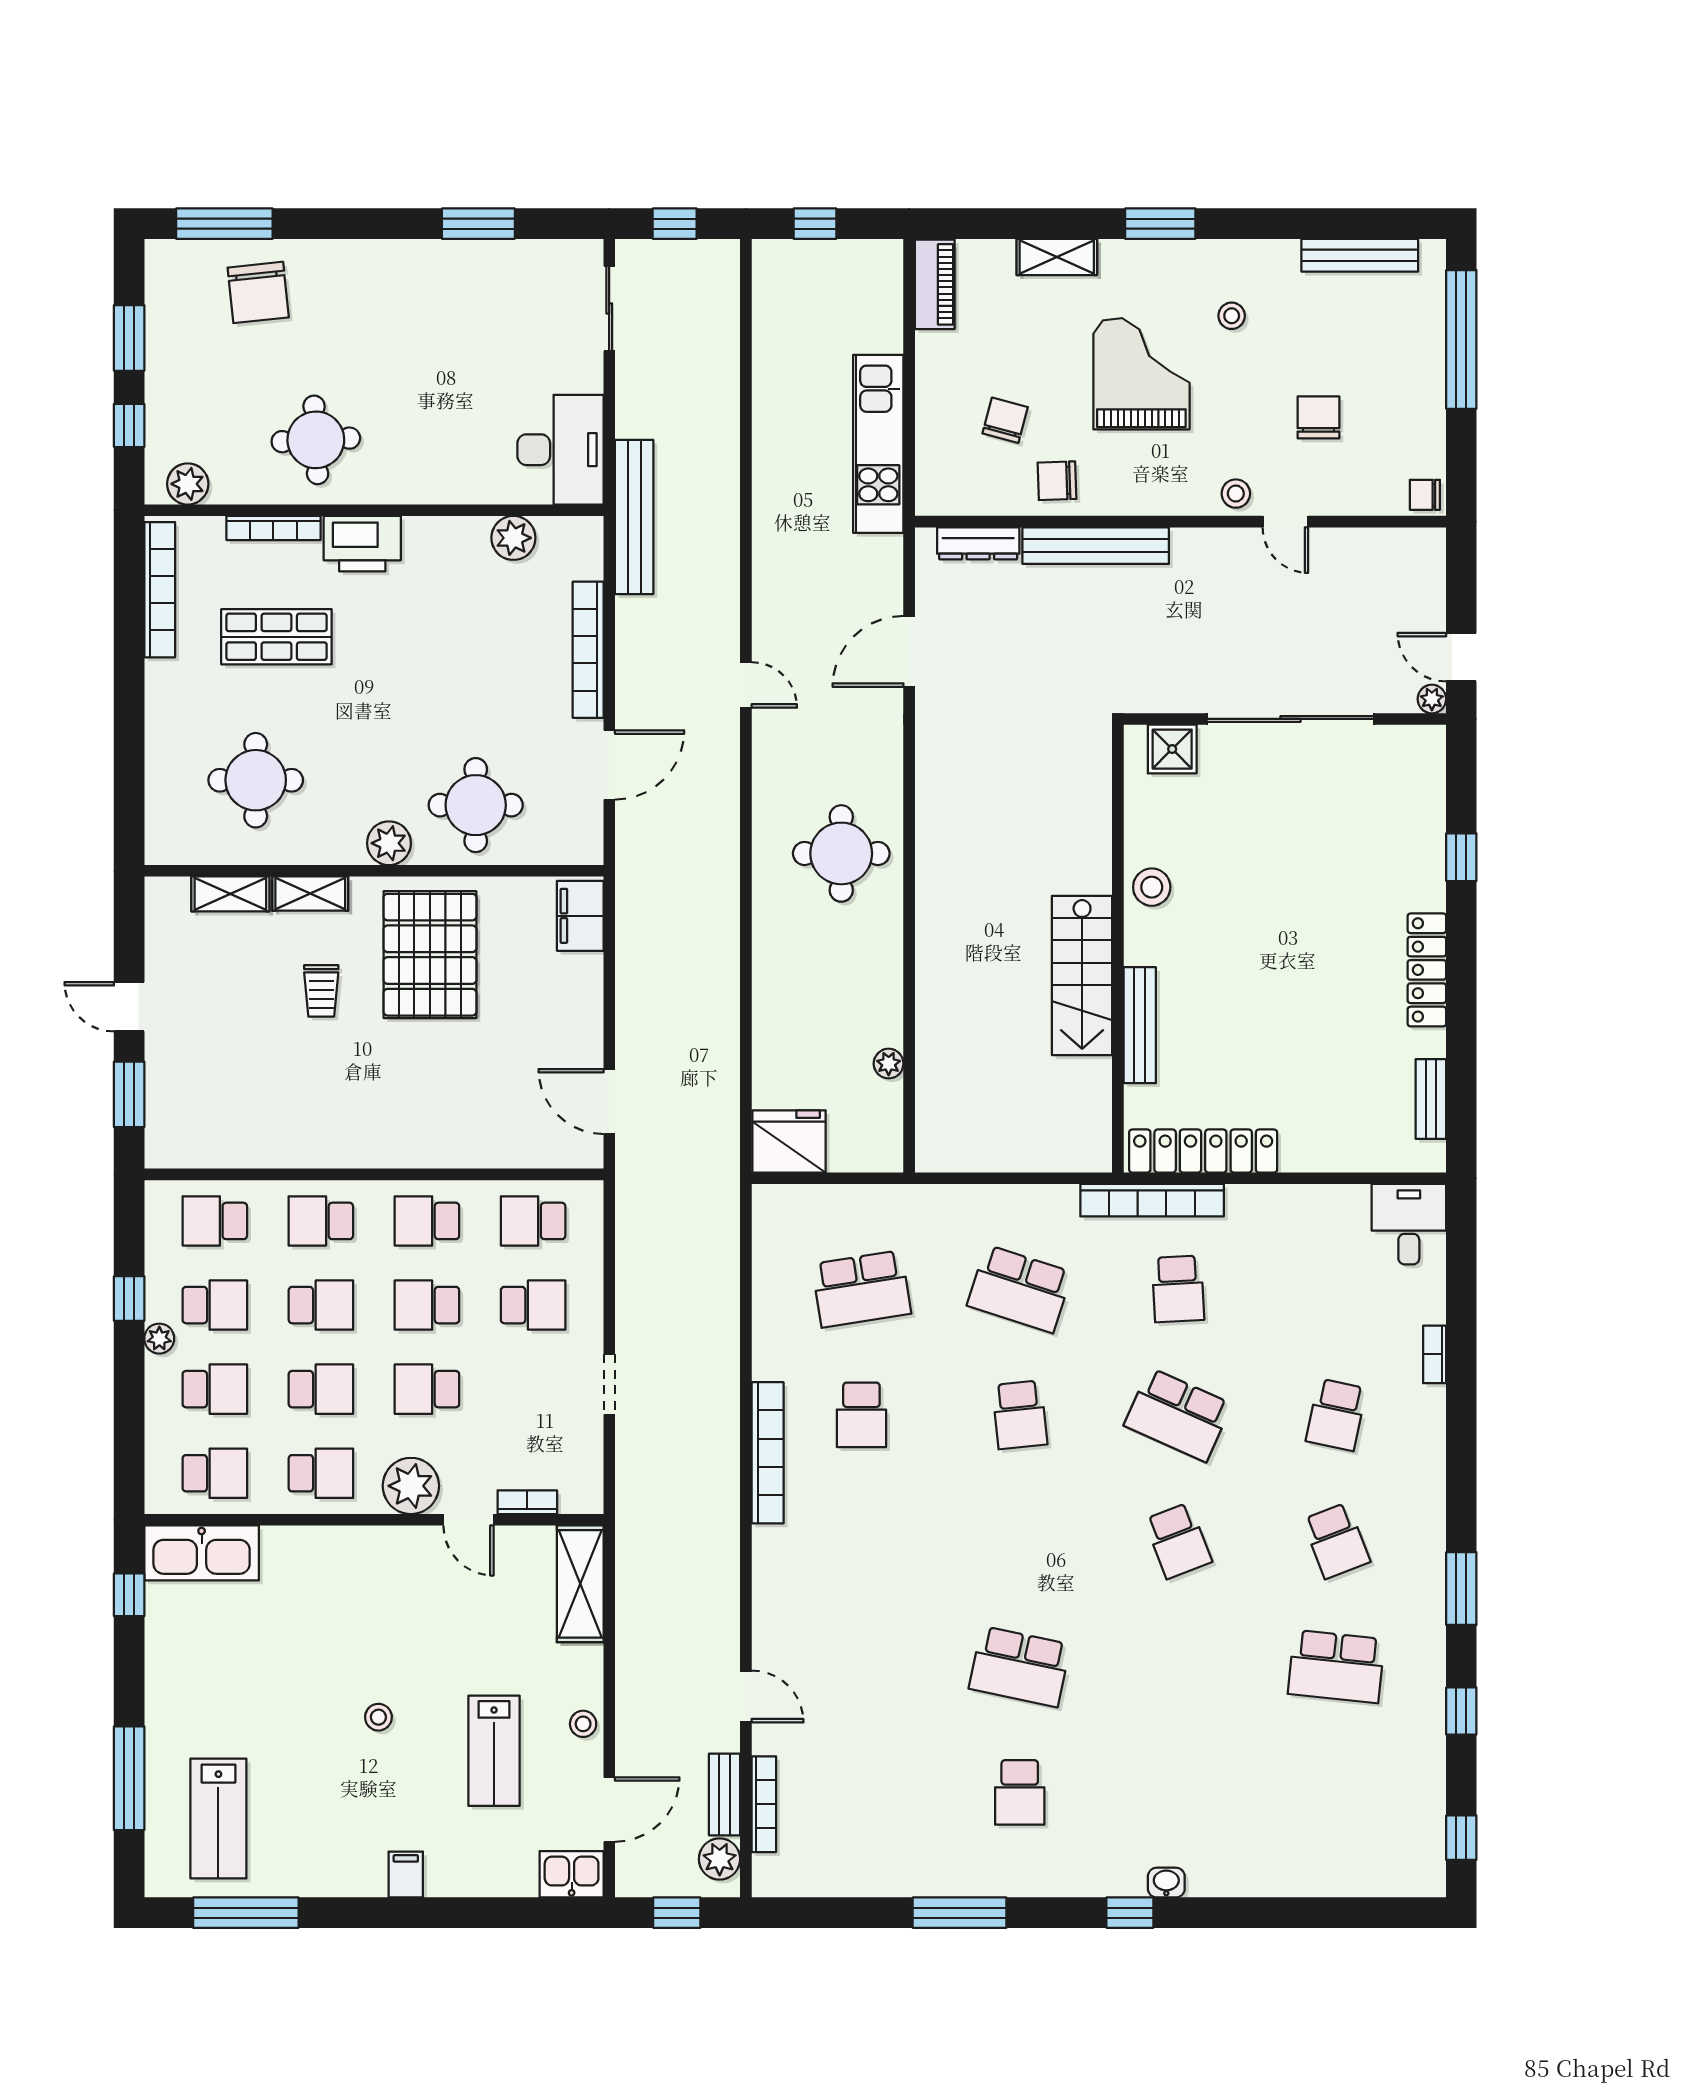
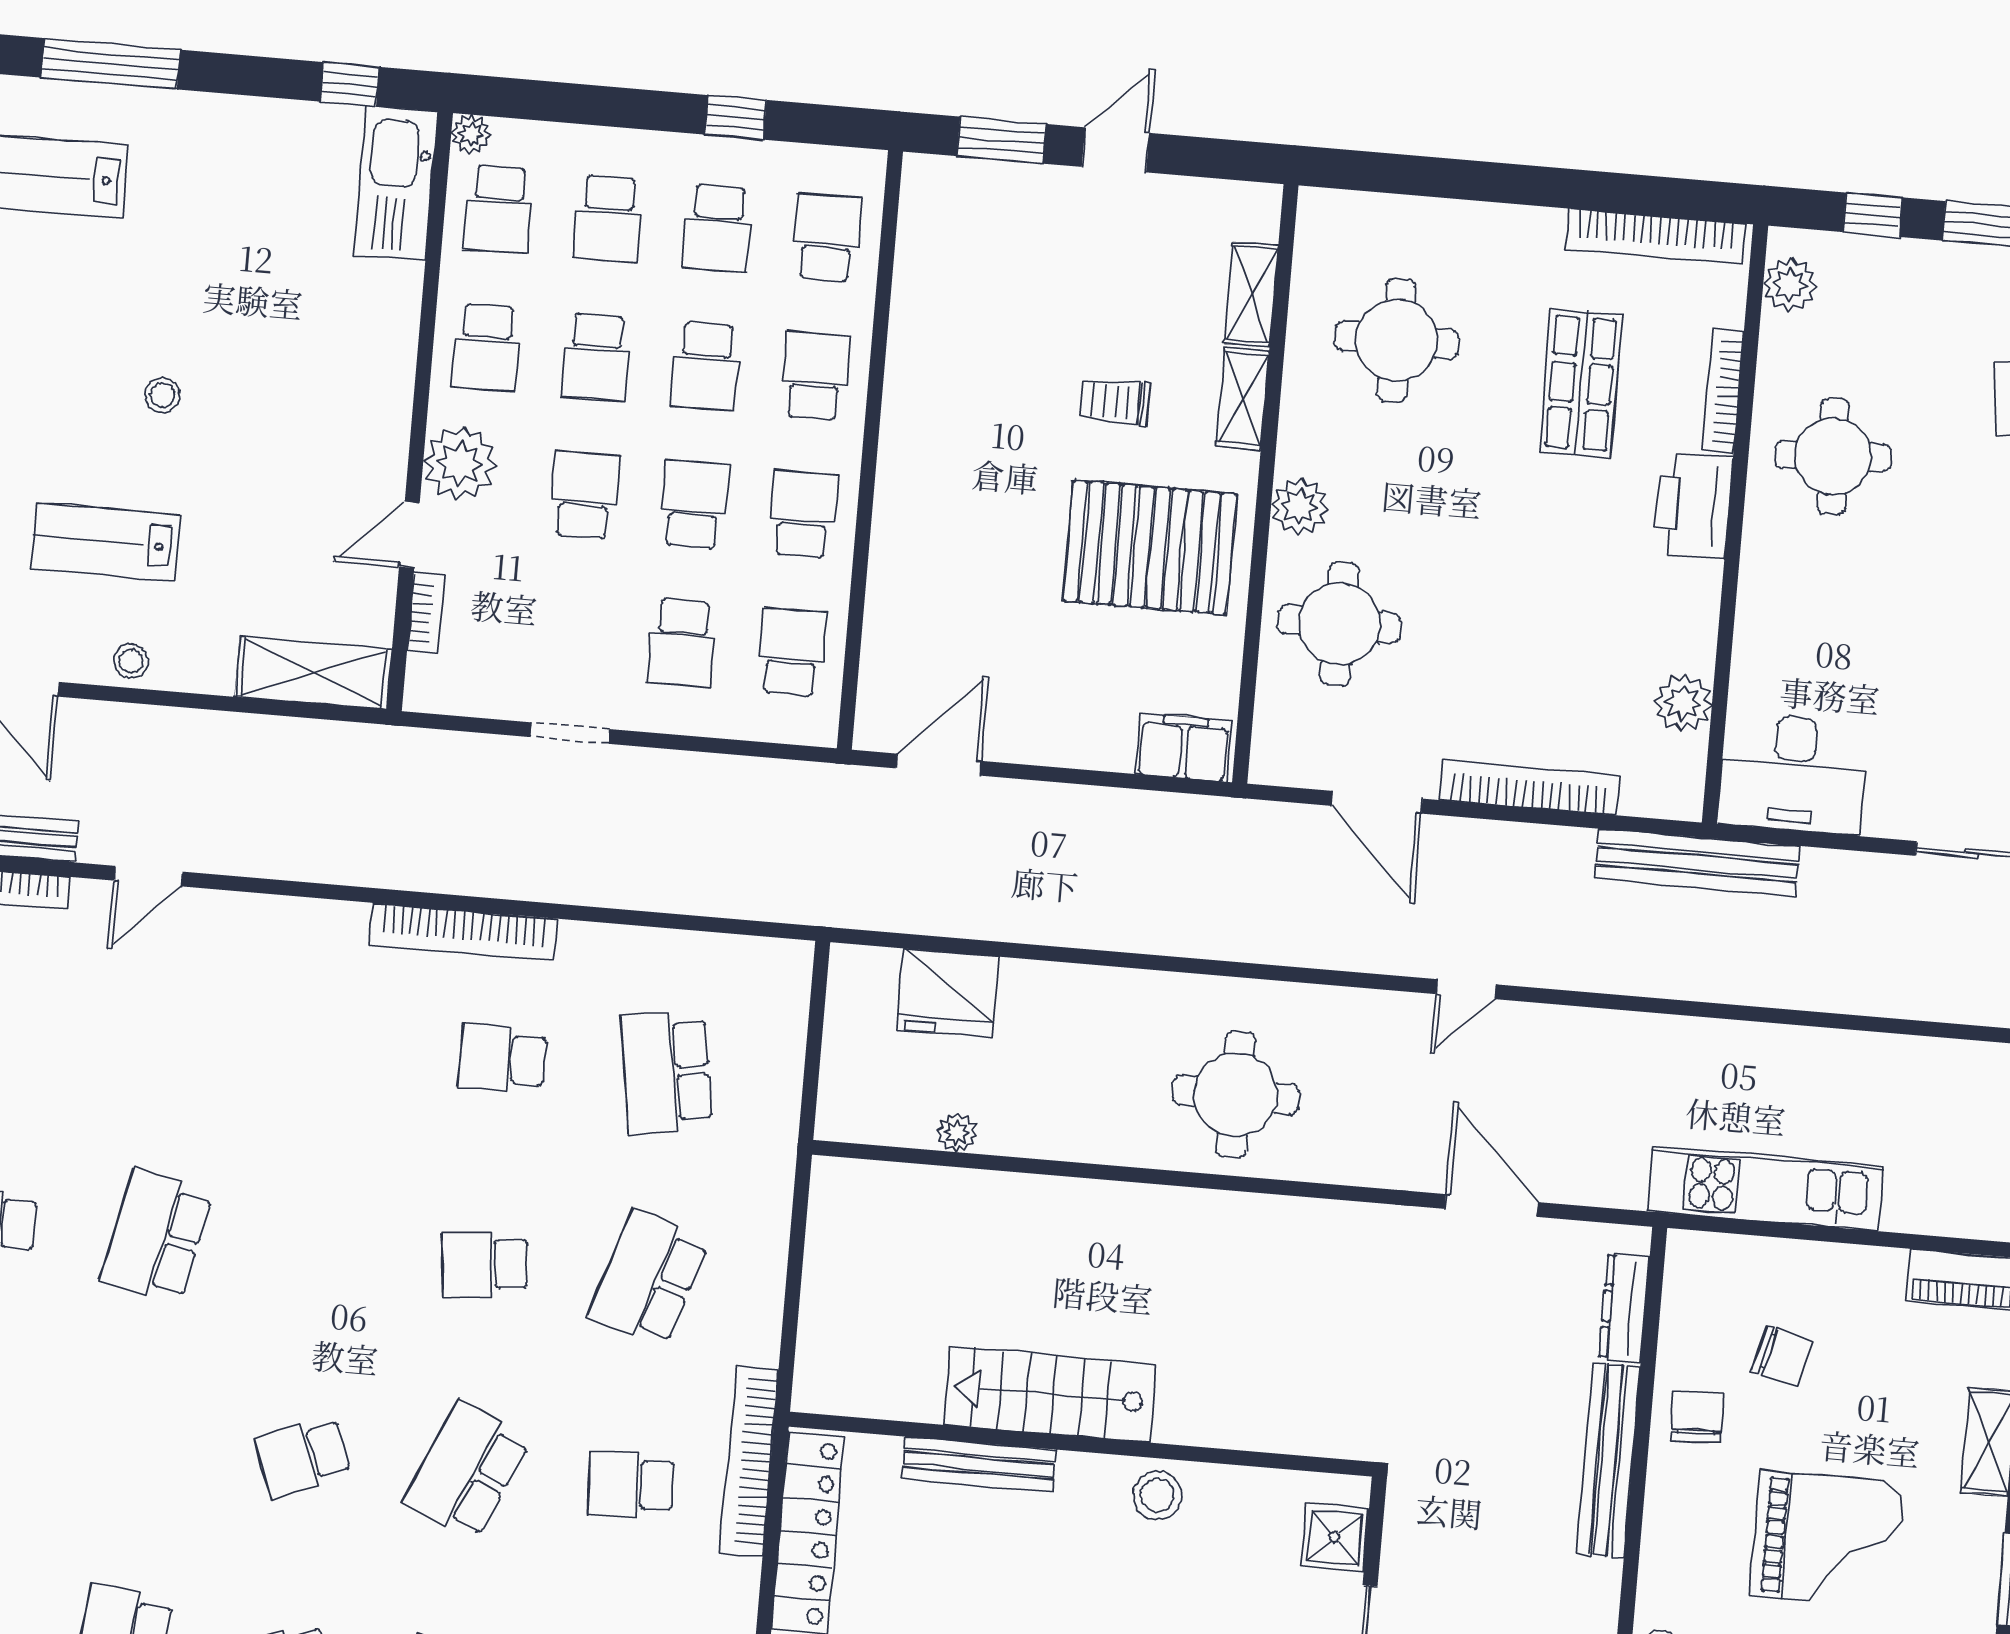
fridge: (789, 1141) -> (948, 993), moved, turned 90
plant: (159, 1339) -> (471, 134), moved

